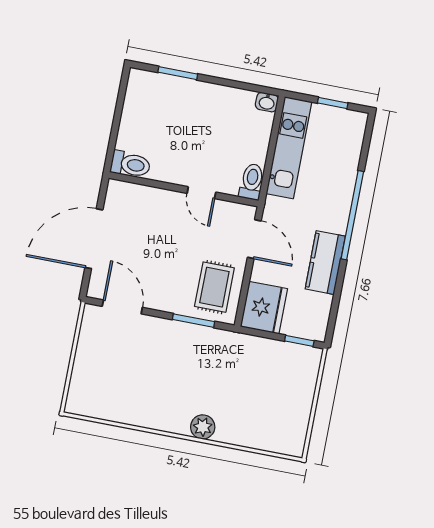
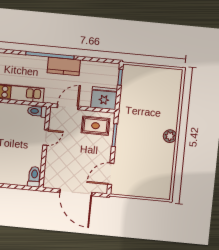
kitchen counter: (325, 263) -> (64, 66), moved
plant: (203, 427) -> (170, 136), moved

